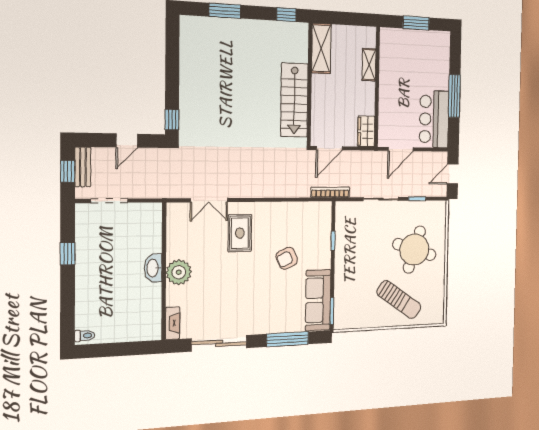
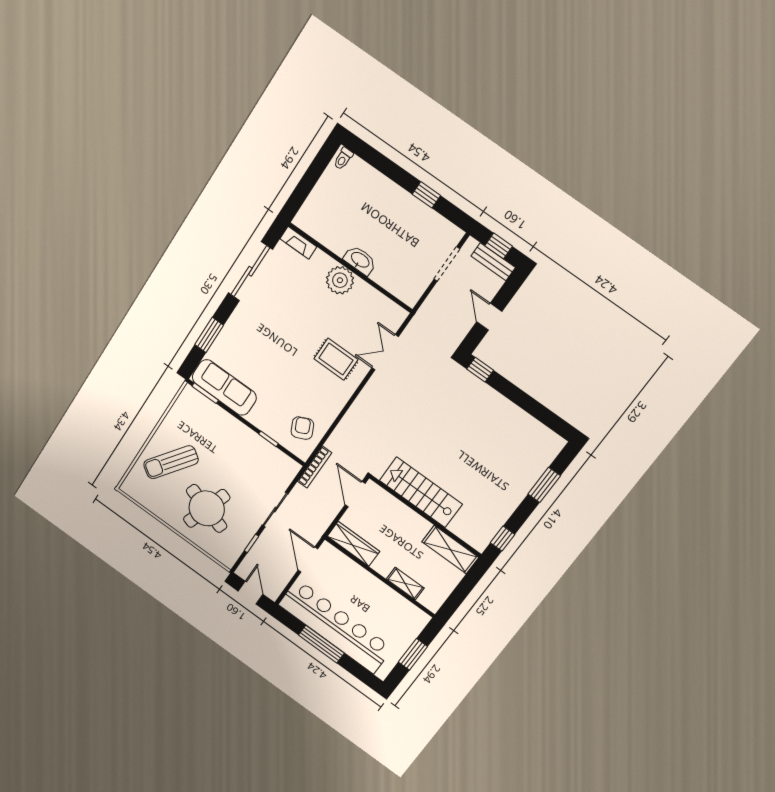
bar counter: (434, 119) -> (335, 626), width x1.86
wardrobe: (366, 131) -> (353, 544), width x1.50
armchair: (287, 258) -> (302, 428), moved
window: (287, 339) -> (209, 335), width x0.69

